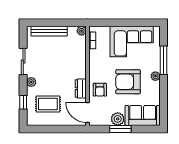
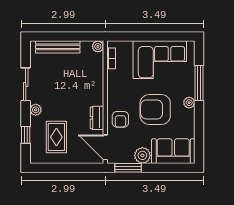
rug: (48, 104) -> (56, 137), turned 90
window: (120, 129) -> (128, 168), moved

